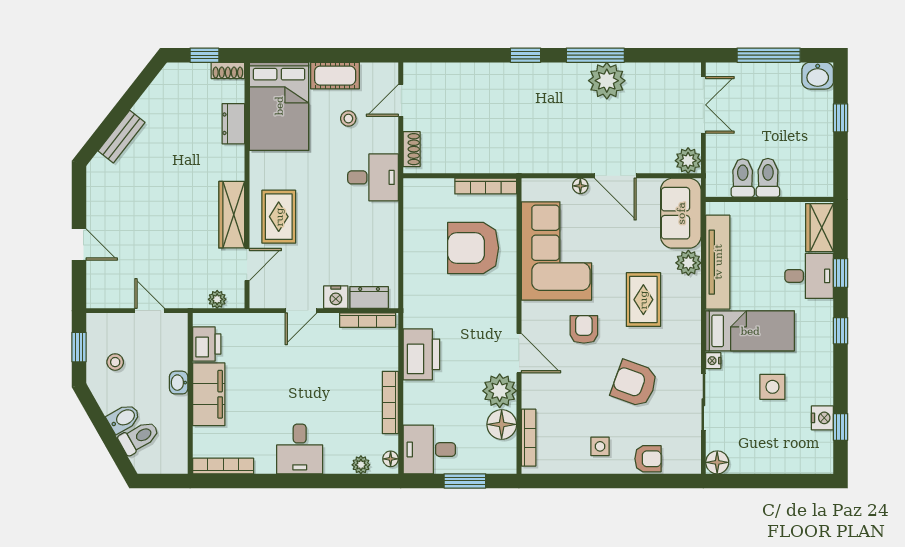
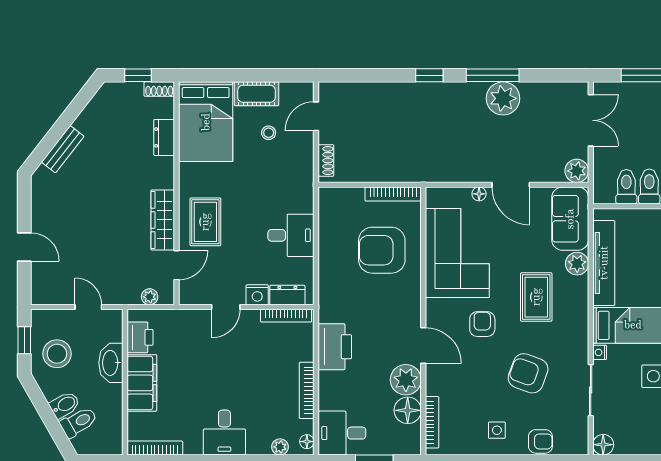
desk: (373, 177) -> (291, 235), moved
stool: (115, 362) -> (57, 354), width x1.89, depth x1.89
washbasin: (179, 383) -> (111, 363), width x1.91, depth x1.45

